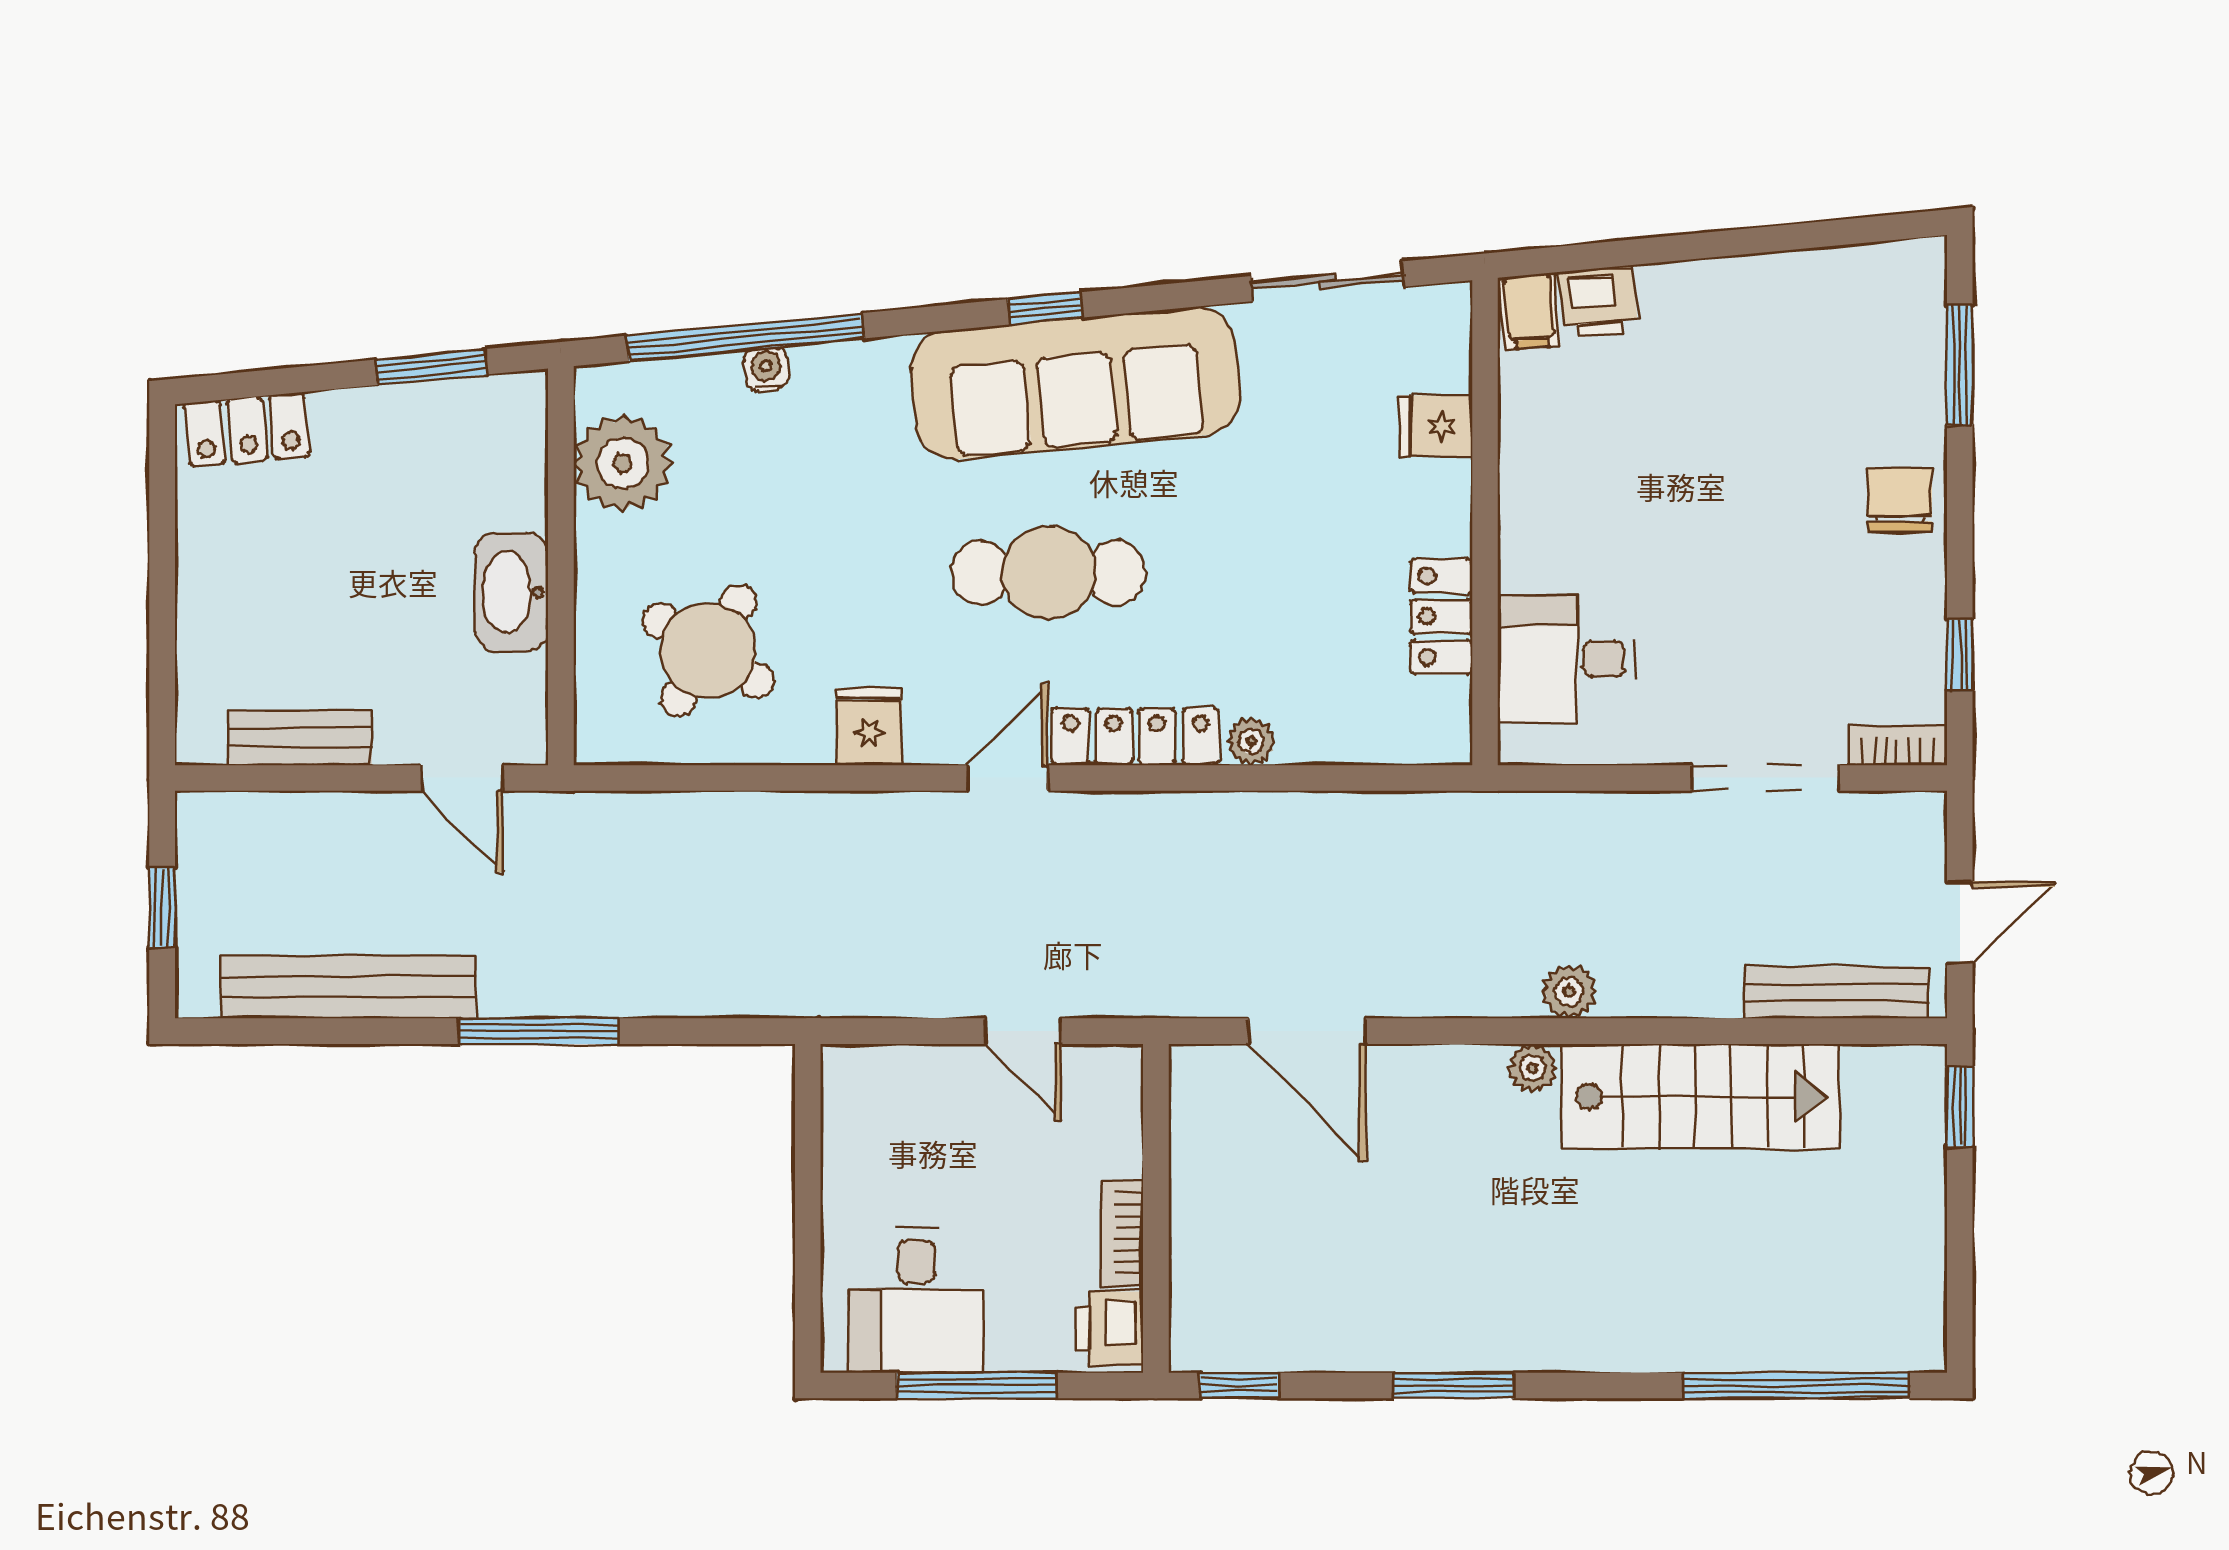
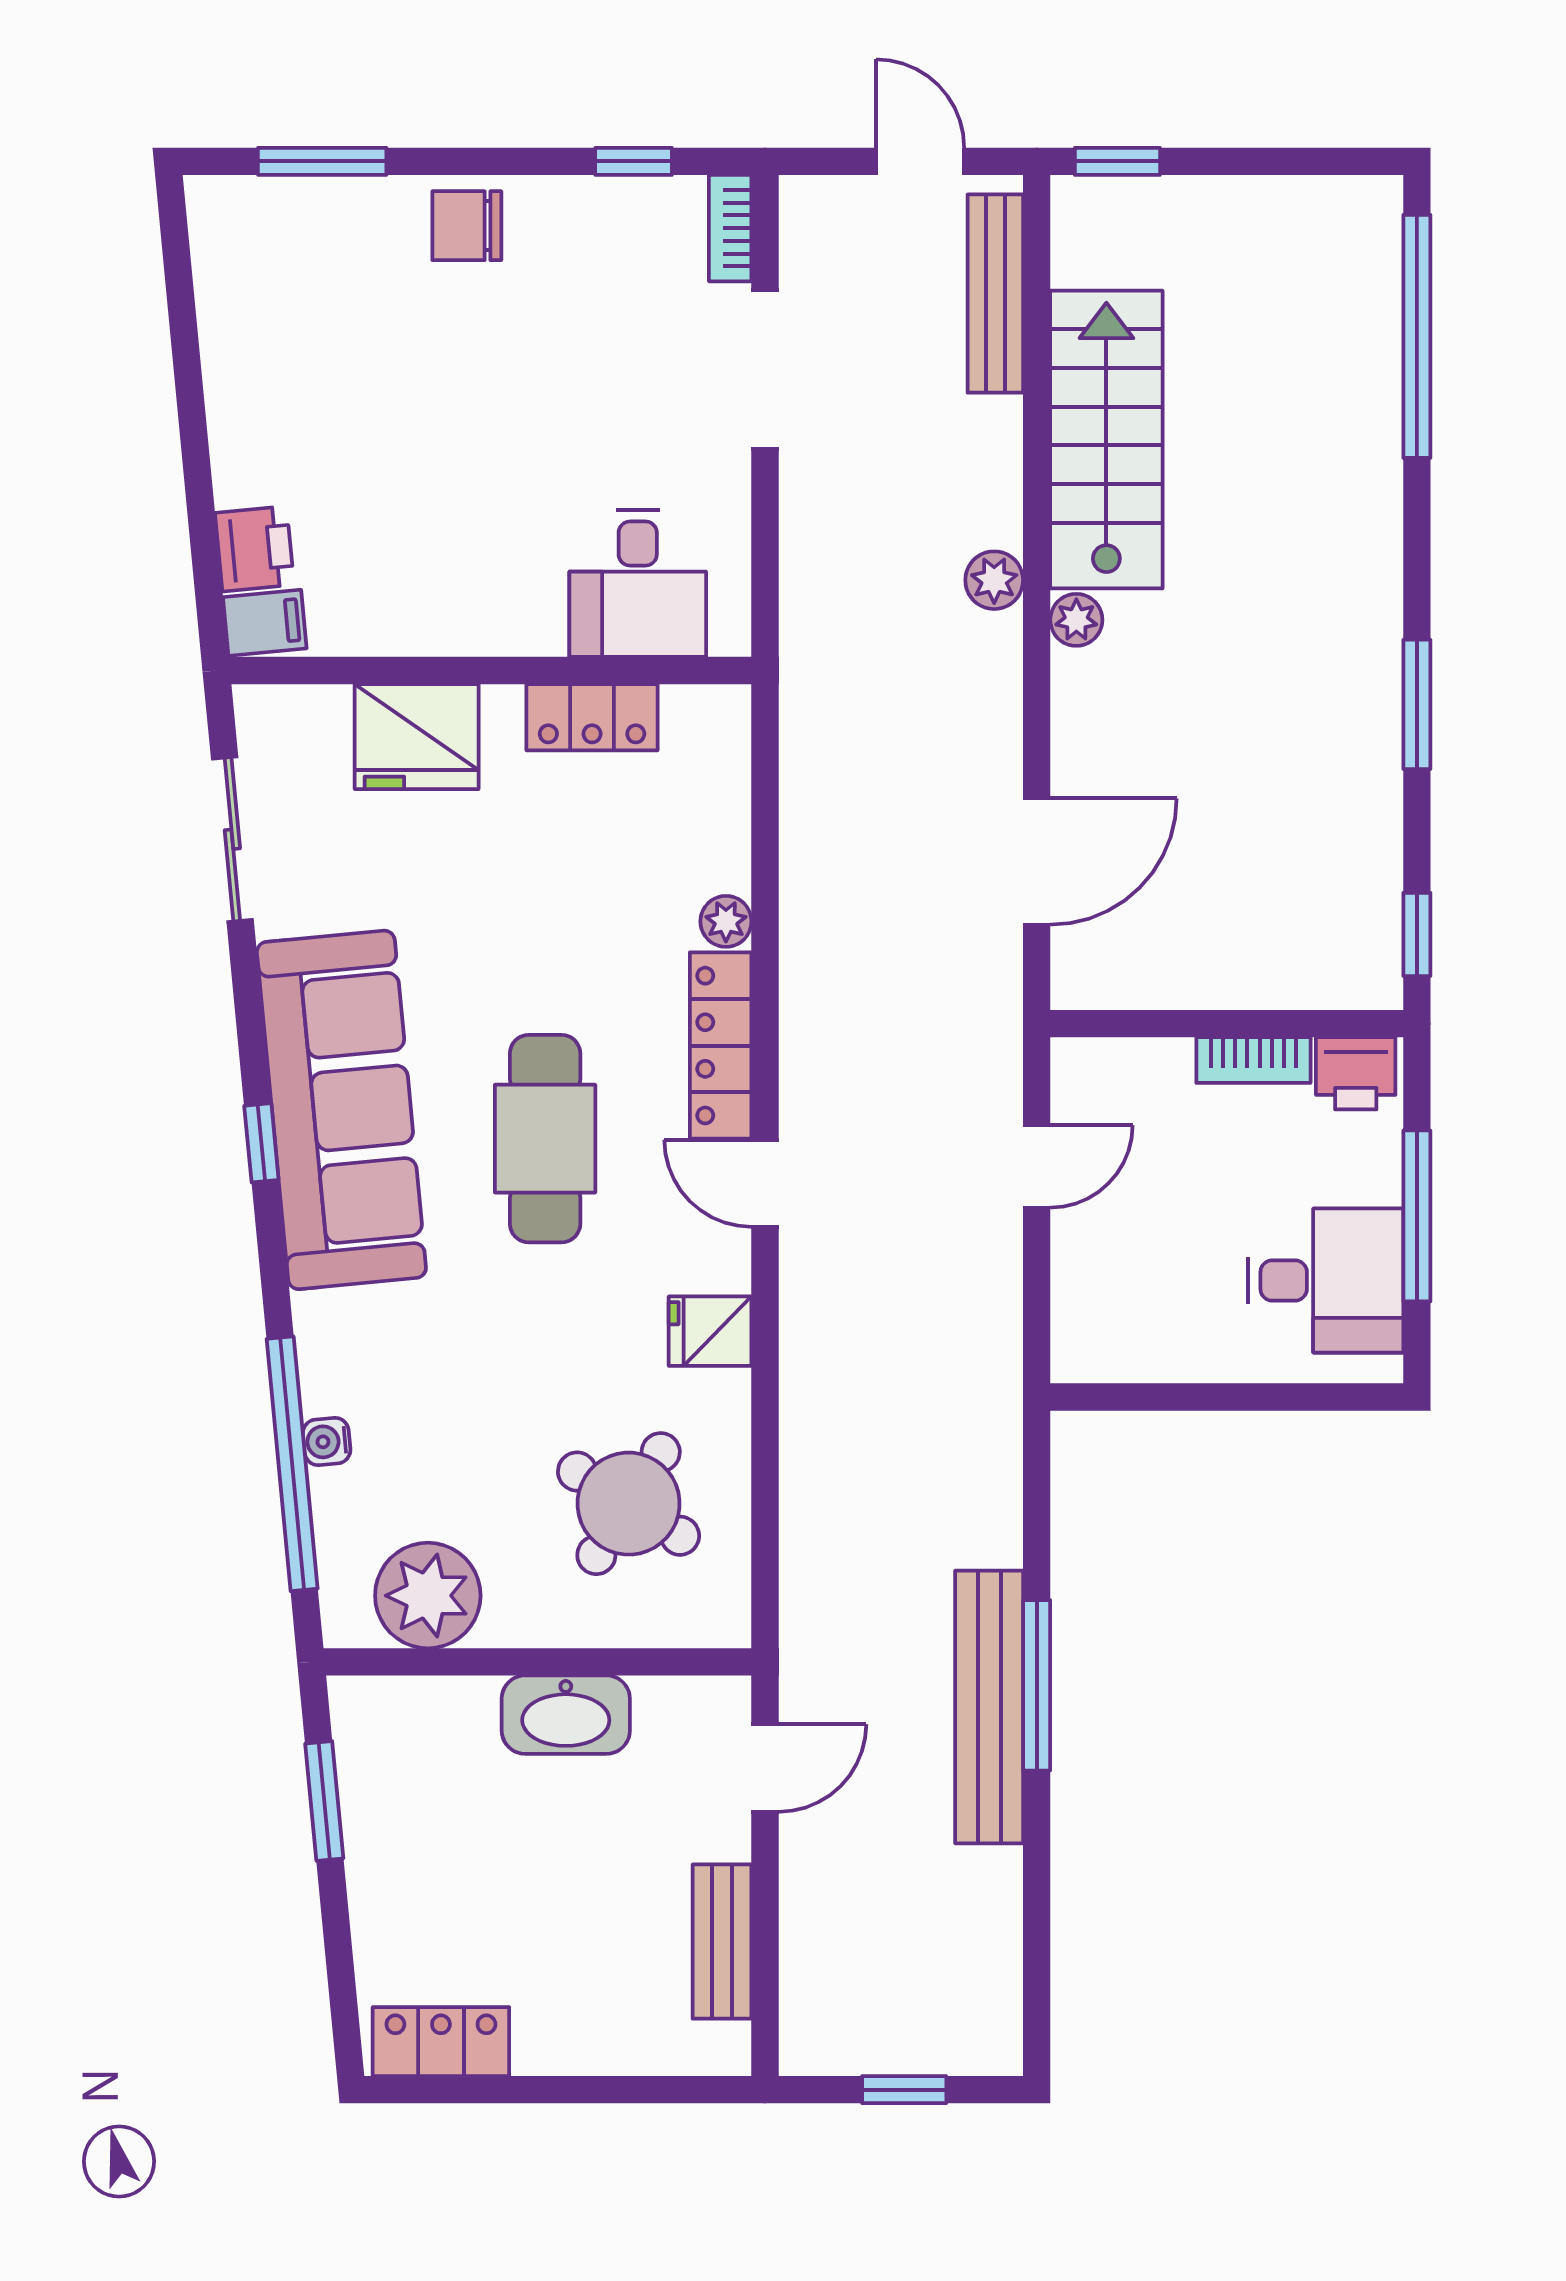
fridge: (1436, 426) -> (417, 737), width x1.88, depth x1.34
locker: (247, 430) -> (441, 2042), moved, turned -85
bench: (348, 987) -> (989, 1707), moved

